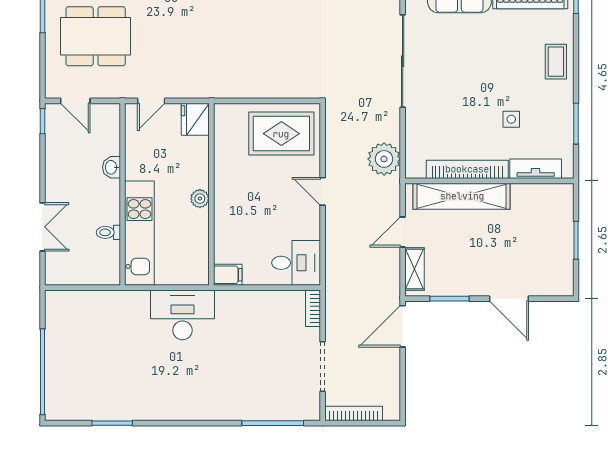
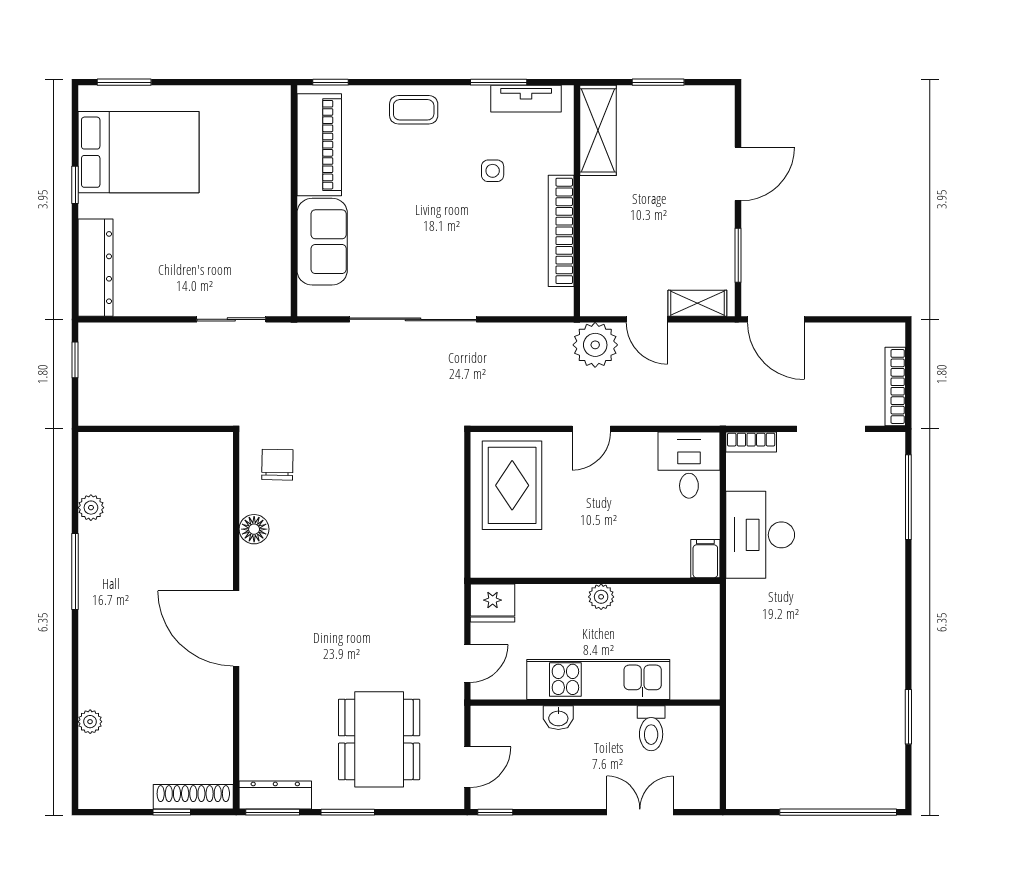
door: (151, 101) -> (467, 663), hinge flipped
plant: (384, 159) -> (595, 345), moved
tv unit: (536, 169) -> (526, 99), moved, turned -90
shelving: (462, 196) -> (598, 130), moved, width x0.68
toilet: (108, 232) -> (651, 728), width x1.37, depth x1.39
kitchen unit: (139, 233) -> (598, 679), moved
desk: (183, 315) -> (760, 535), moved

